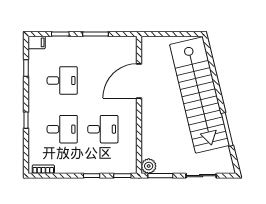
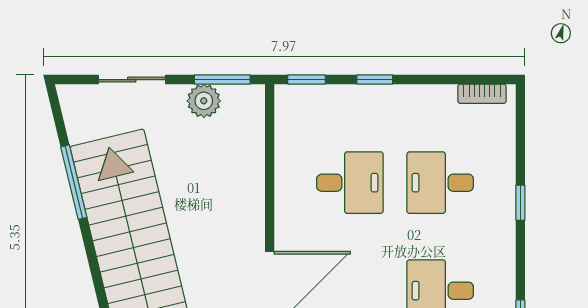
desk: (103, 129) -> (350, 183), turned 180
plant: (149, 166) -> (204, 101), moved

